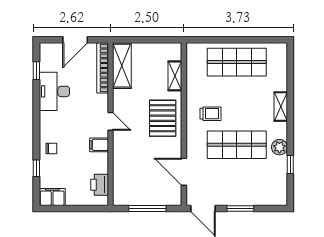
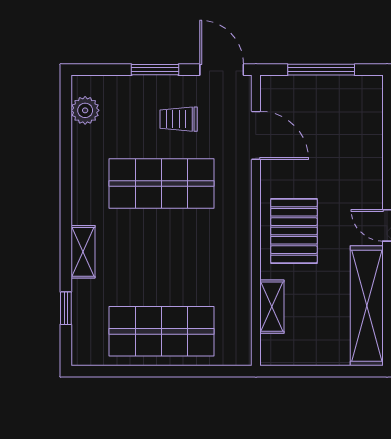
shelving: (122, 66) -> (367, 306), width x1.47
trolley: (211, 114) -> (179, 119), moved
plant: (280, 147) -> (85, 110), moved
window: (290, 165) -> (66, 308), moved

